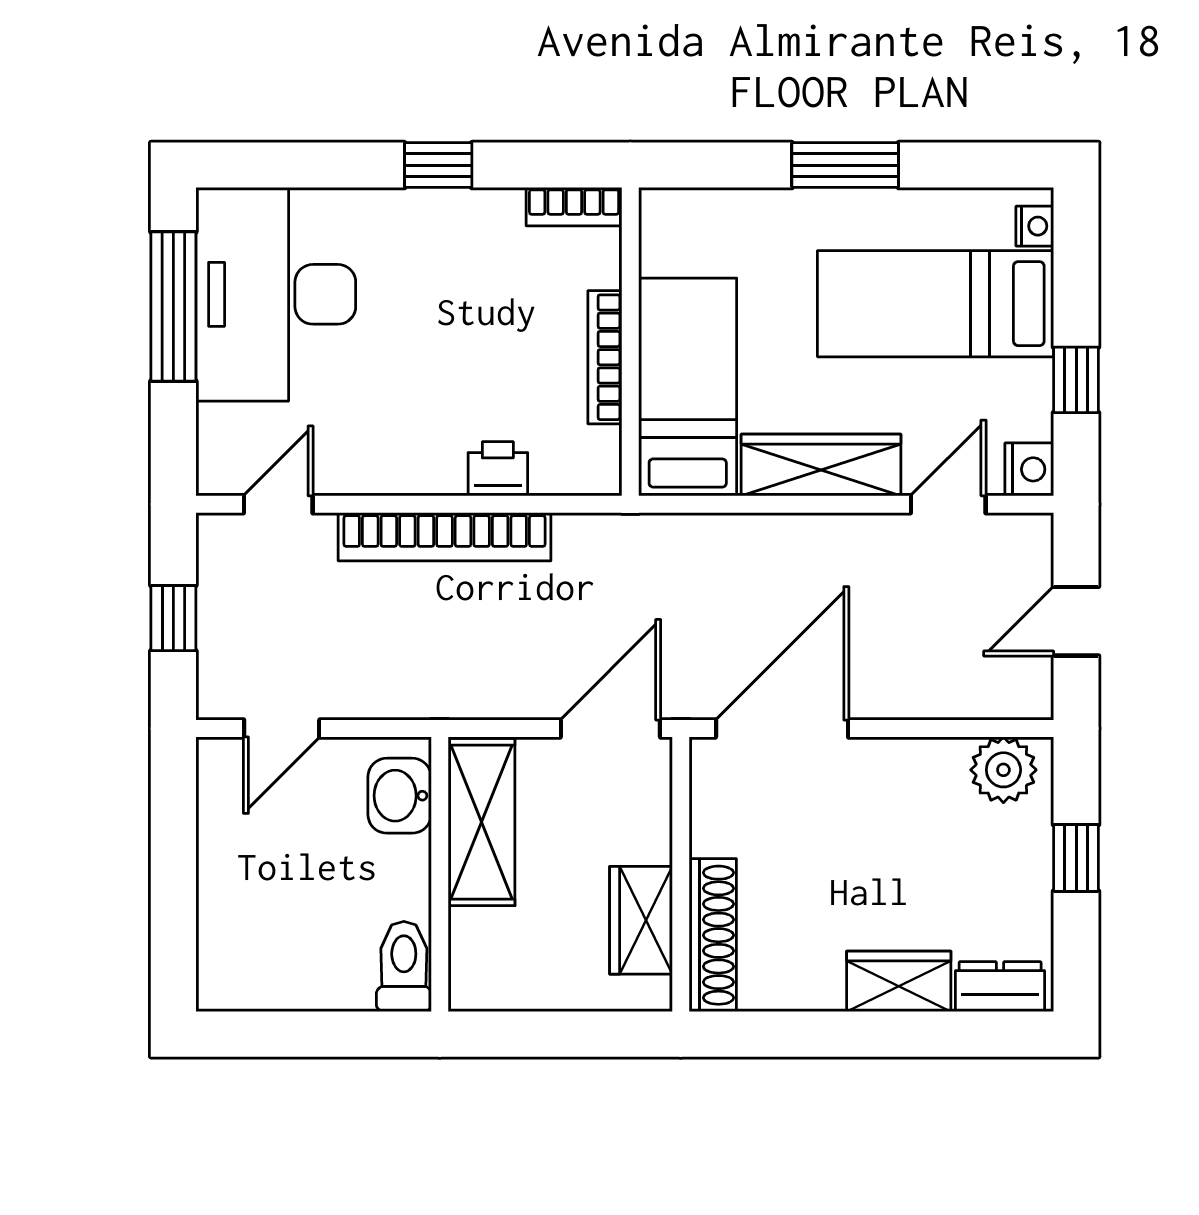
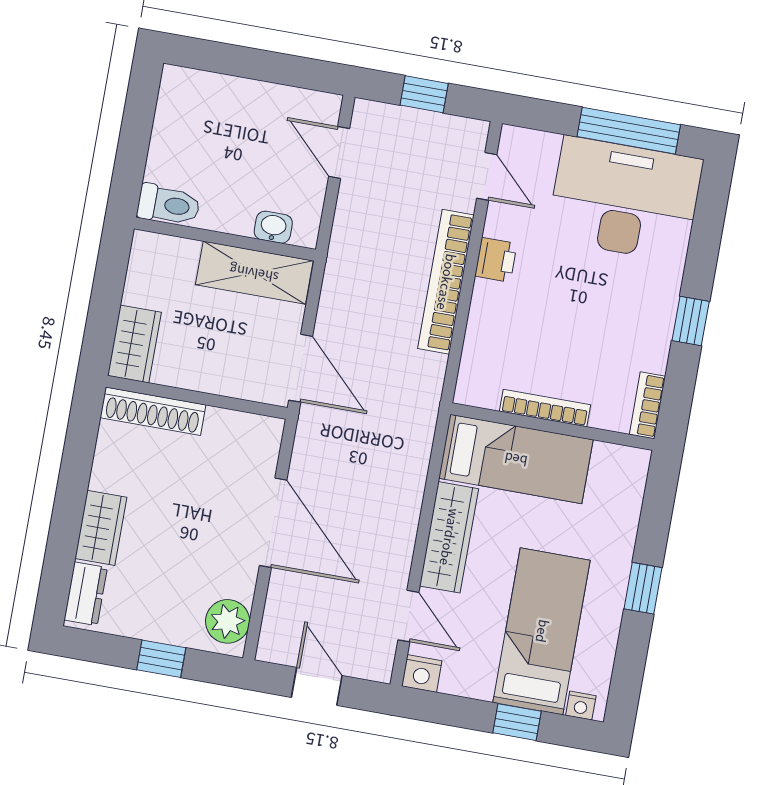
window: (845, 165) -> (643, 588), width x0.67
window: (1076, 380) -> (517, 722), moved
printer: (498, 469) -> (496, 260), moved
door: (782, 729) -> (273, 523), moved
washbasin: (400, 796) -> (273, 227), width x0.72, depth x0.69
wardrobe: (641, 920) -> (134, 344), moved, turned 90

